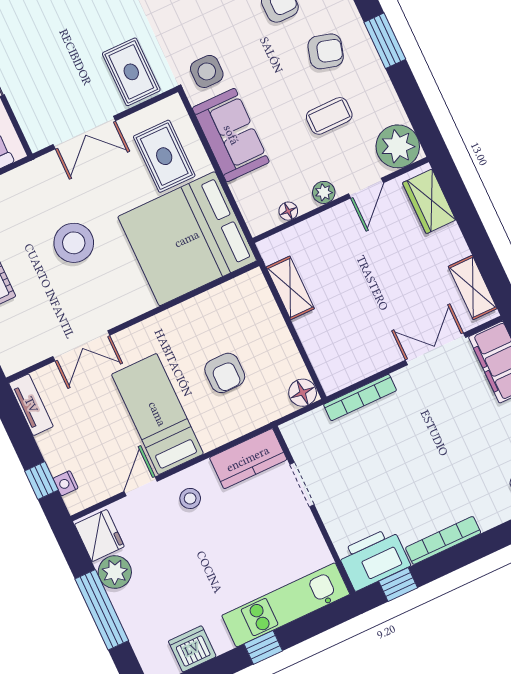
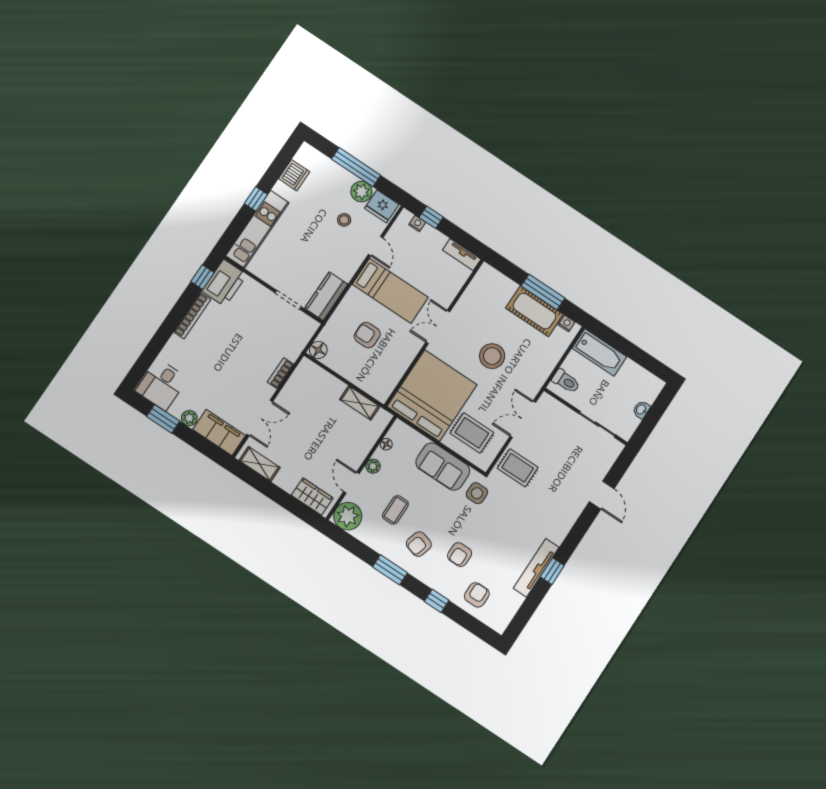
double door: (81, 346) -> (438, 327), moved
bookcase: (360, 397) -> (281, 373), width x0.64
stool: (190, 498) -> (344, 220), moved

